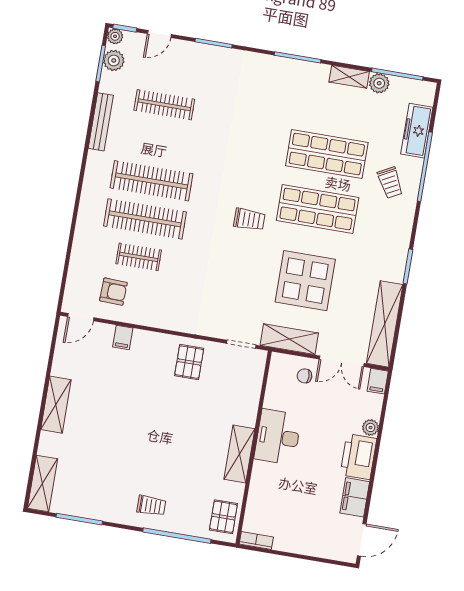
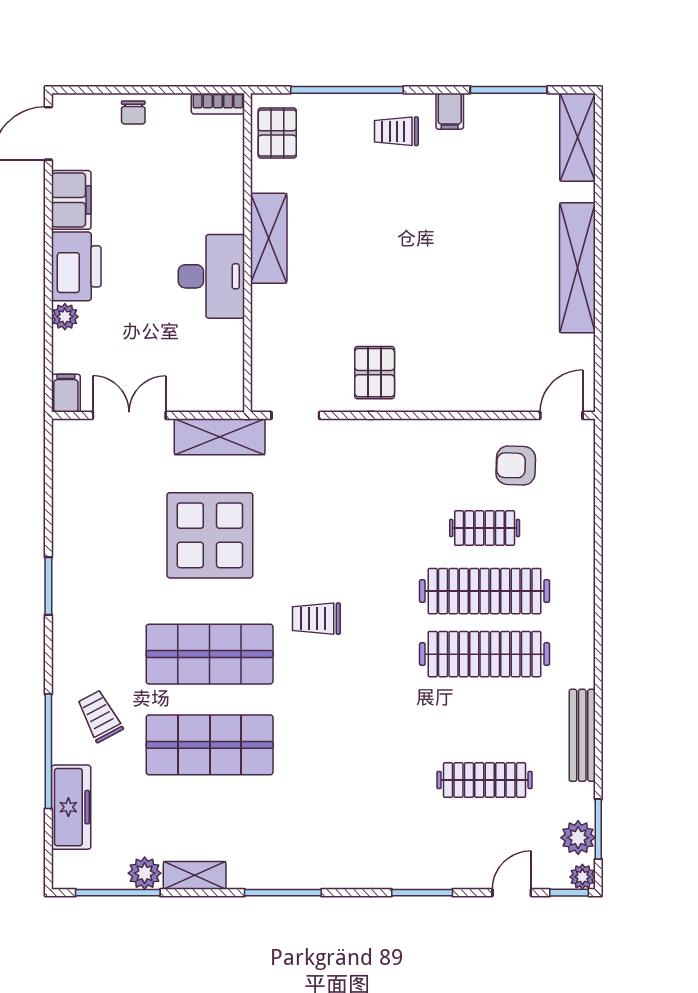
shelving: (385, 324) -> (70, 487), removed
filing cabinet: (123, 337) -> (450, 111), moved, turned 180
chair: (305, 376) -> (133, 112), moved, turned 90
shelving: (56, 405) -> (577, 268), width x1.47

